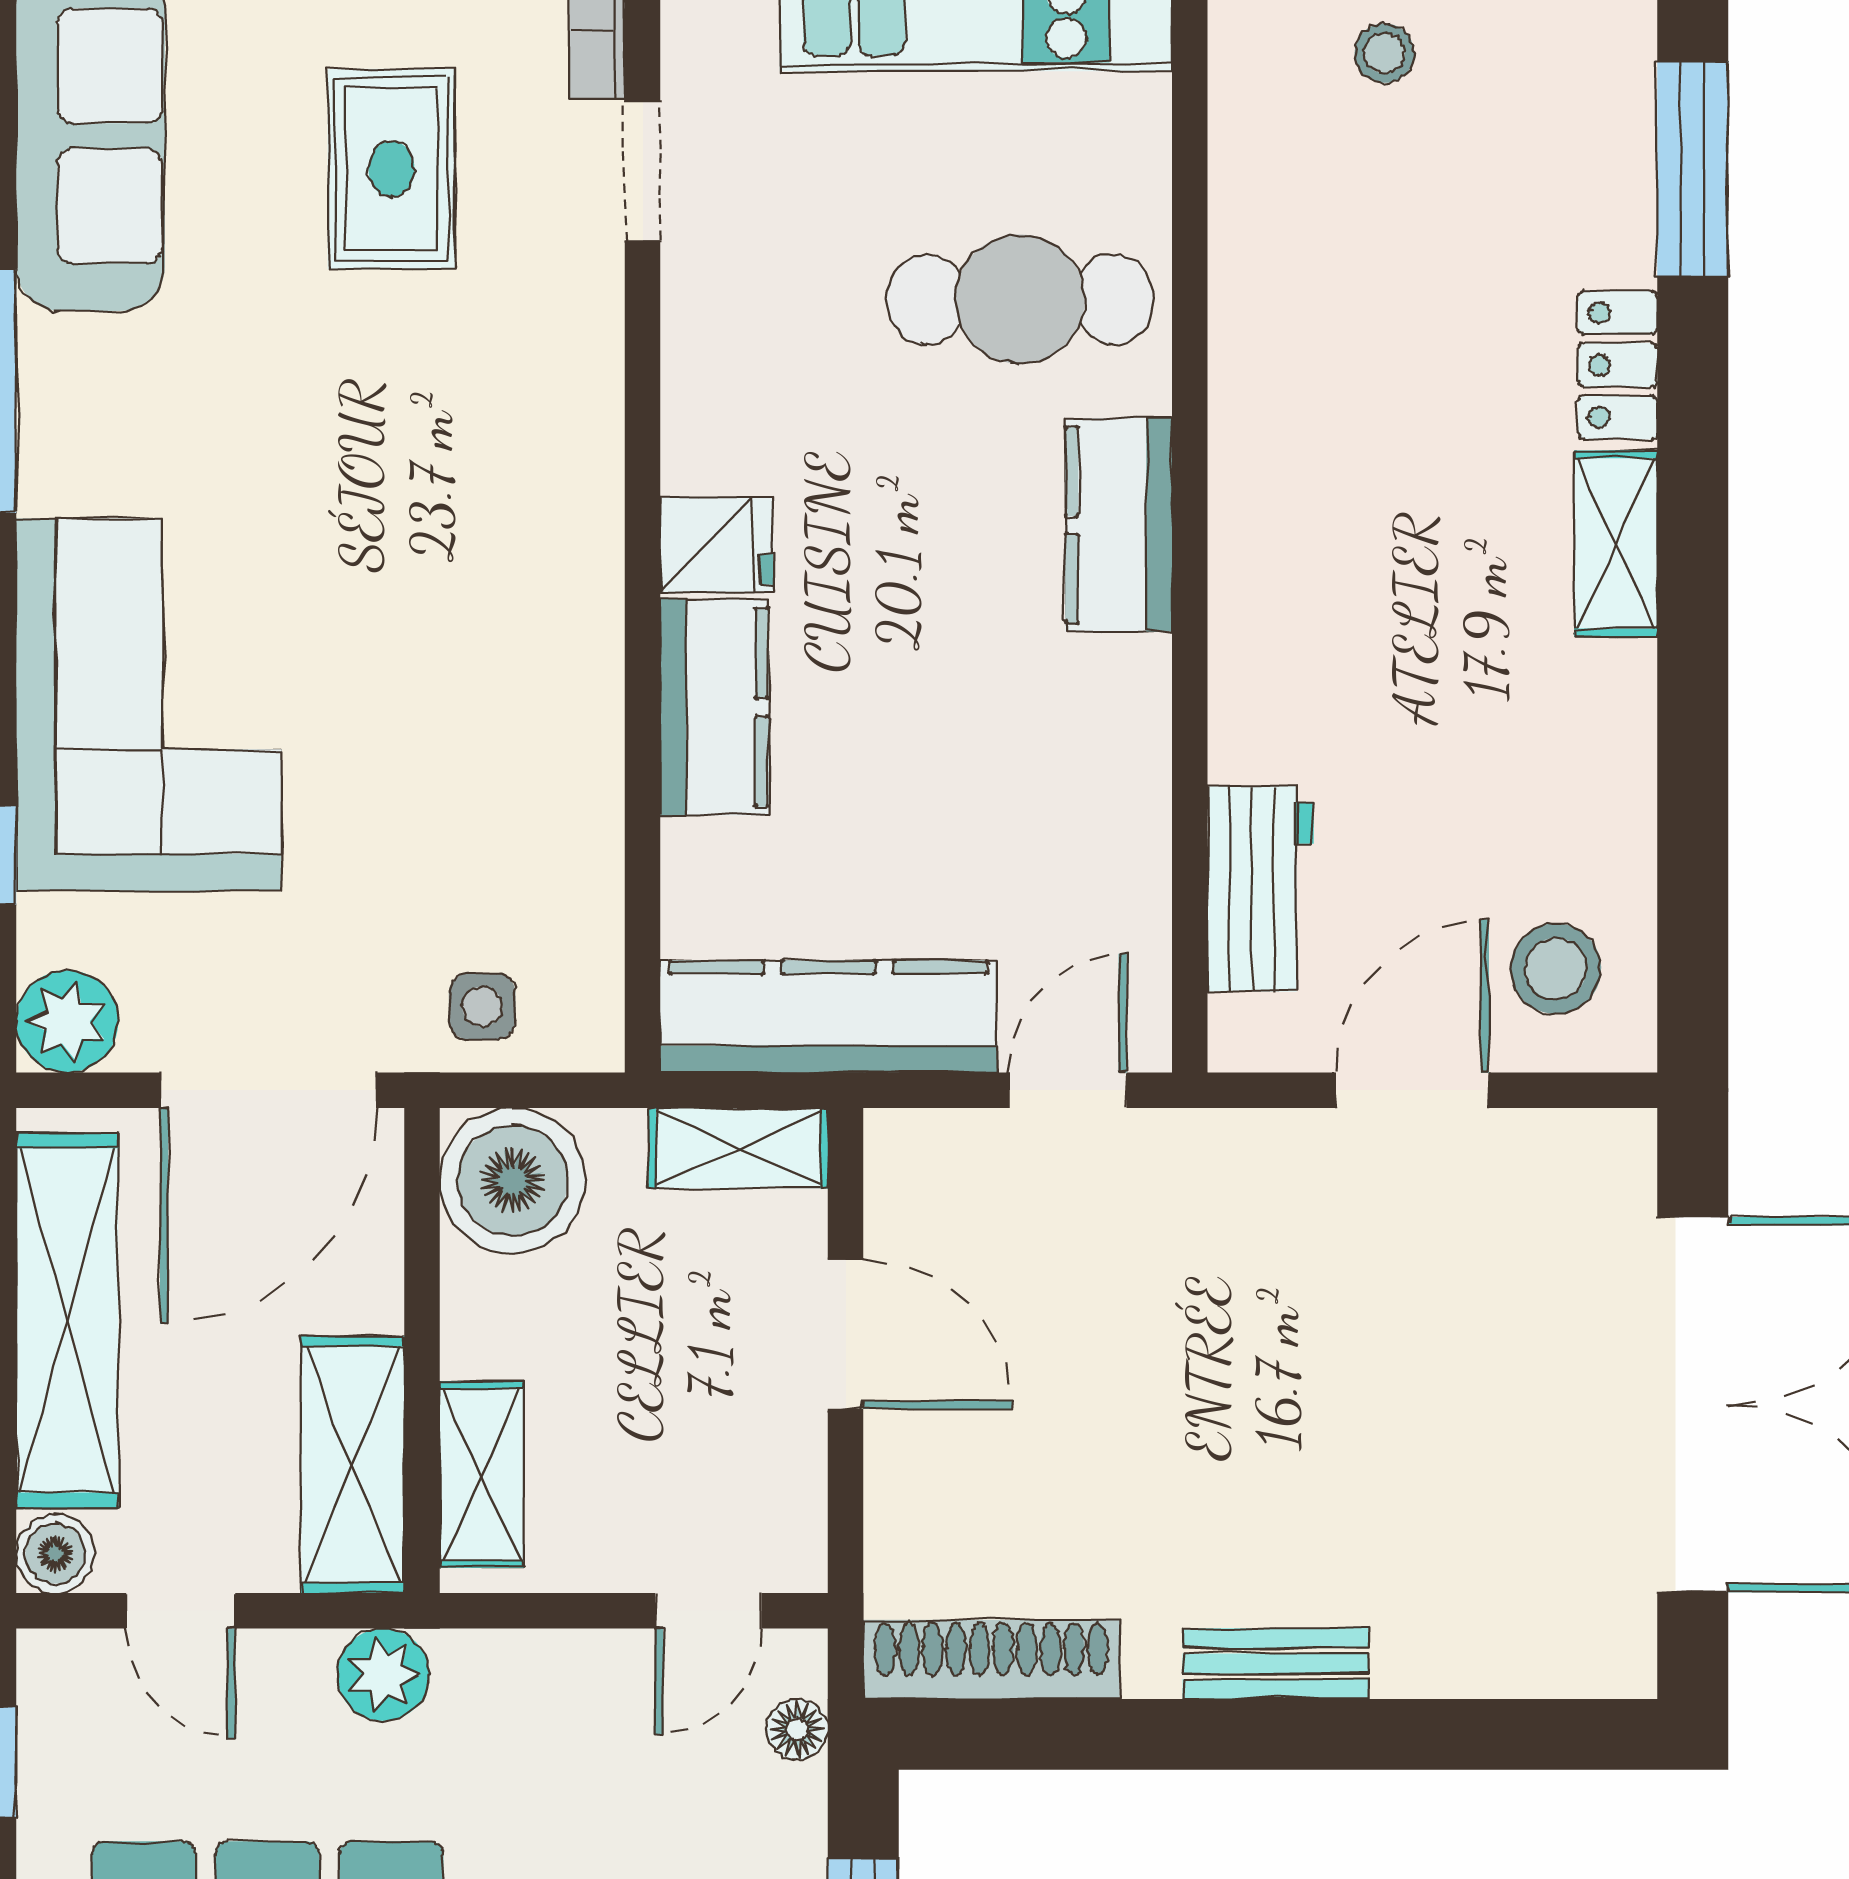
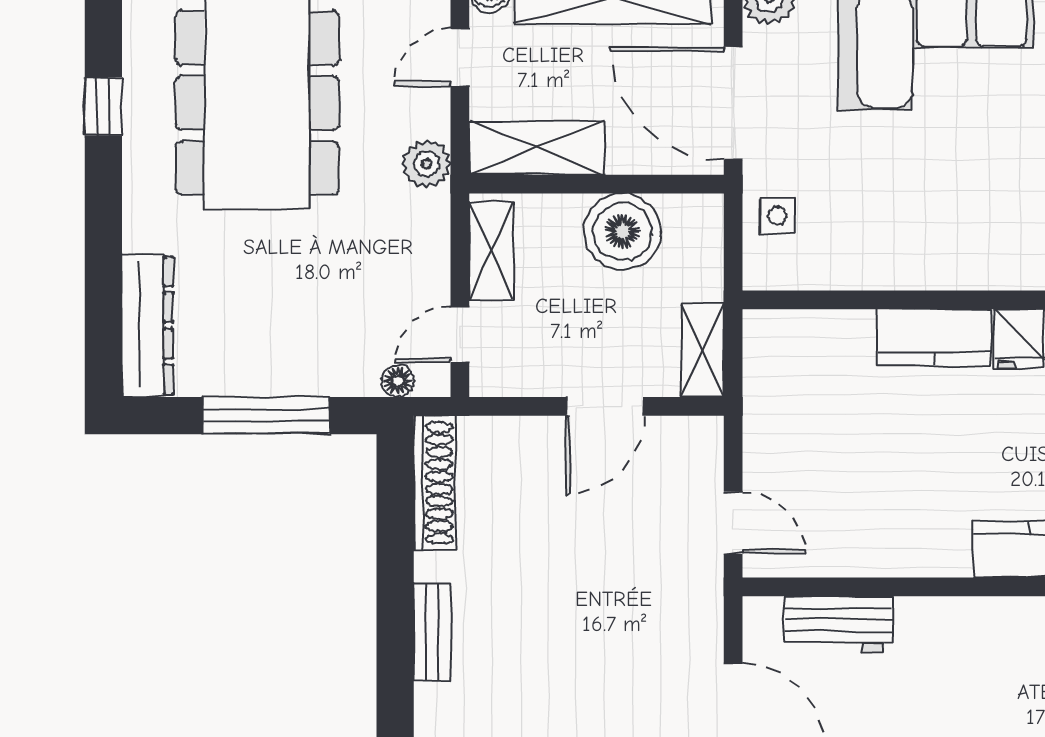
kitchen counter: (828, 1016) -> (772, 397), removed
boiler: (512, 1181) -> (623, 231), moved
shelving: (481, 1474) -> (491, 251), moved, turned 90
door: (708, 1611) -> (460, 334), hinge flipped

